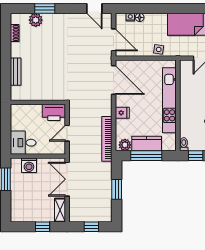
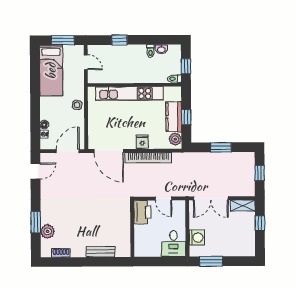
door: (114, 80) -> (109, 151), swing flipped
bookcase: (107, 139) -> (148, 158), moved
window: (146, 156) -> (186, 117), width x0.46

